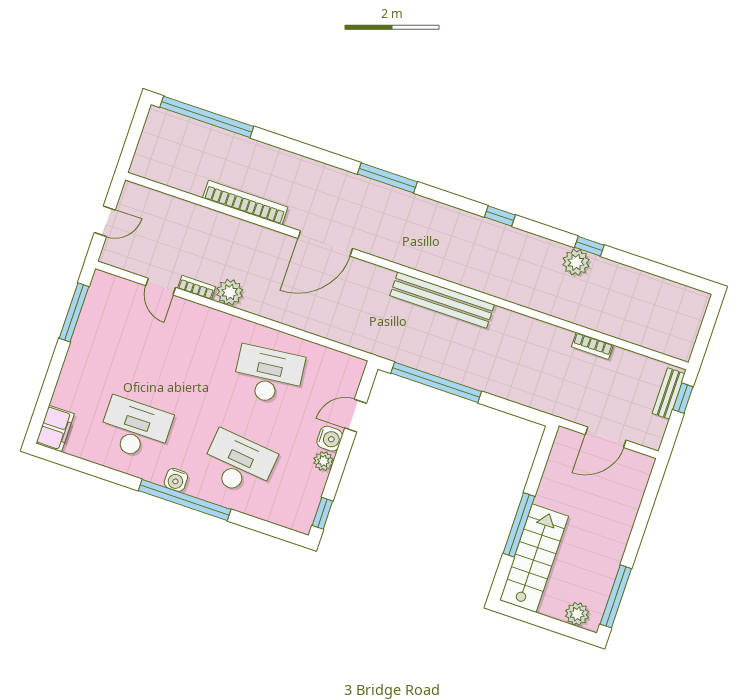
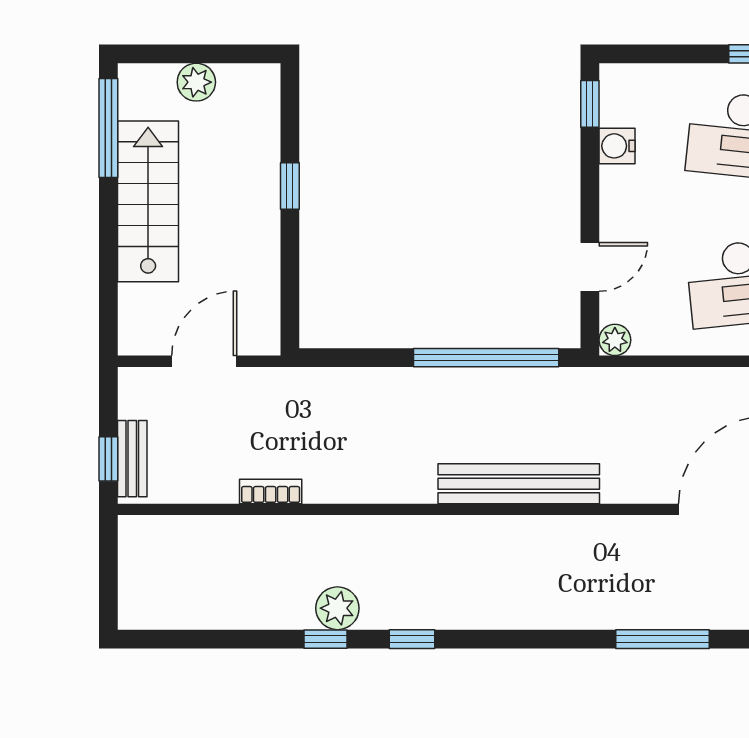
window: (500, 216) -> (412, 639), moved
water cooler: (330, 439) -> (617, 146), moved
plant: (323, 461) -> (615, 340), moved
window: (519, 525) -> (290, 186), width x0.46
stairs: (534, 558) -> (148, 201), moved, turned 180
plant: (577, 614) -> (196, 82), moved

